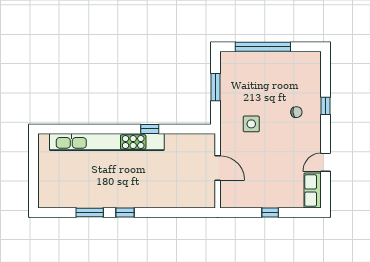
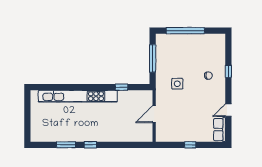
window: (215, 87) -> (153, 58), width x1.44
window: (150, 129) -> (121, 87), moved
door: (218, 168) -> (154, 114), swing flipped

